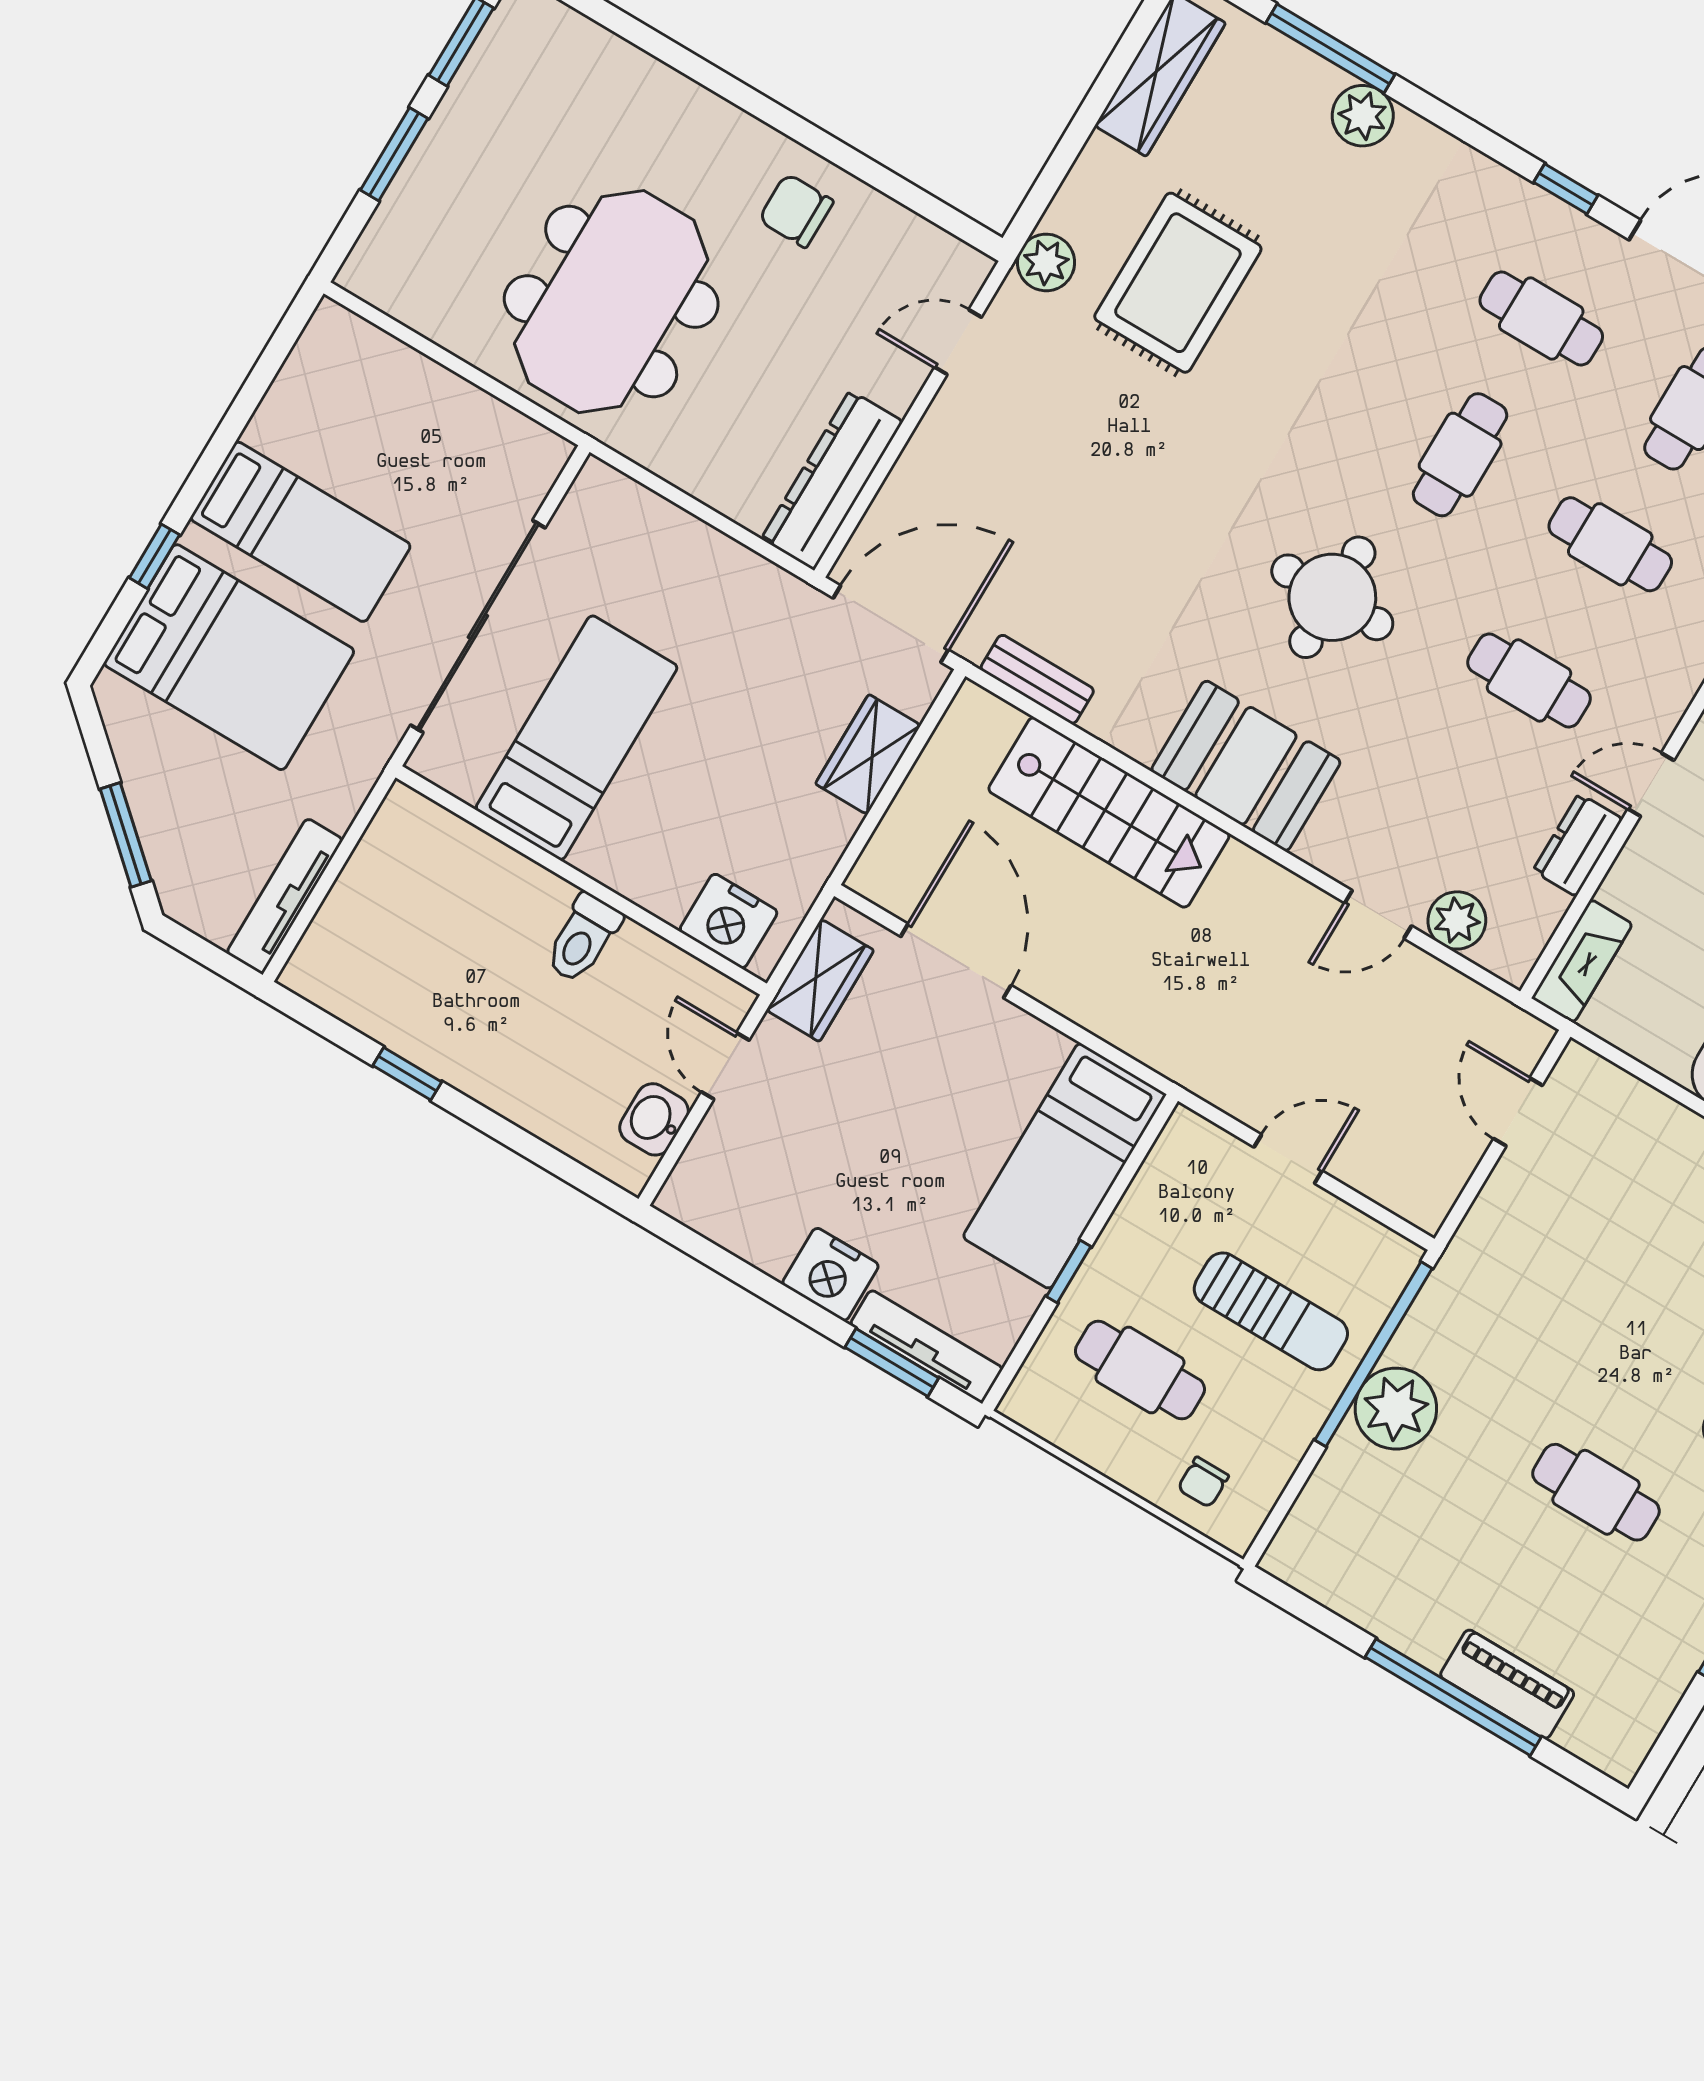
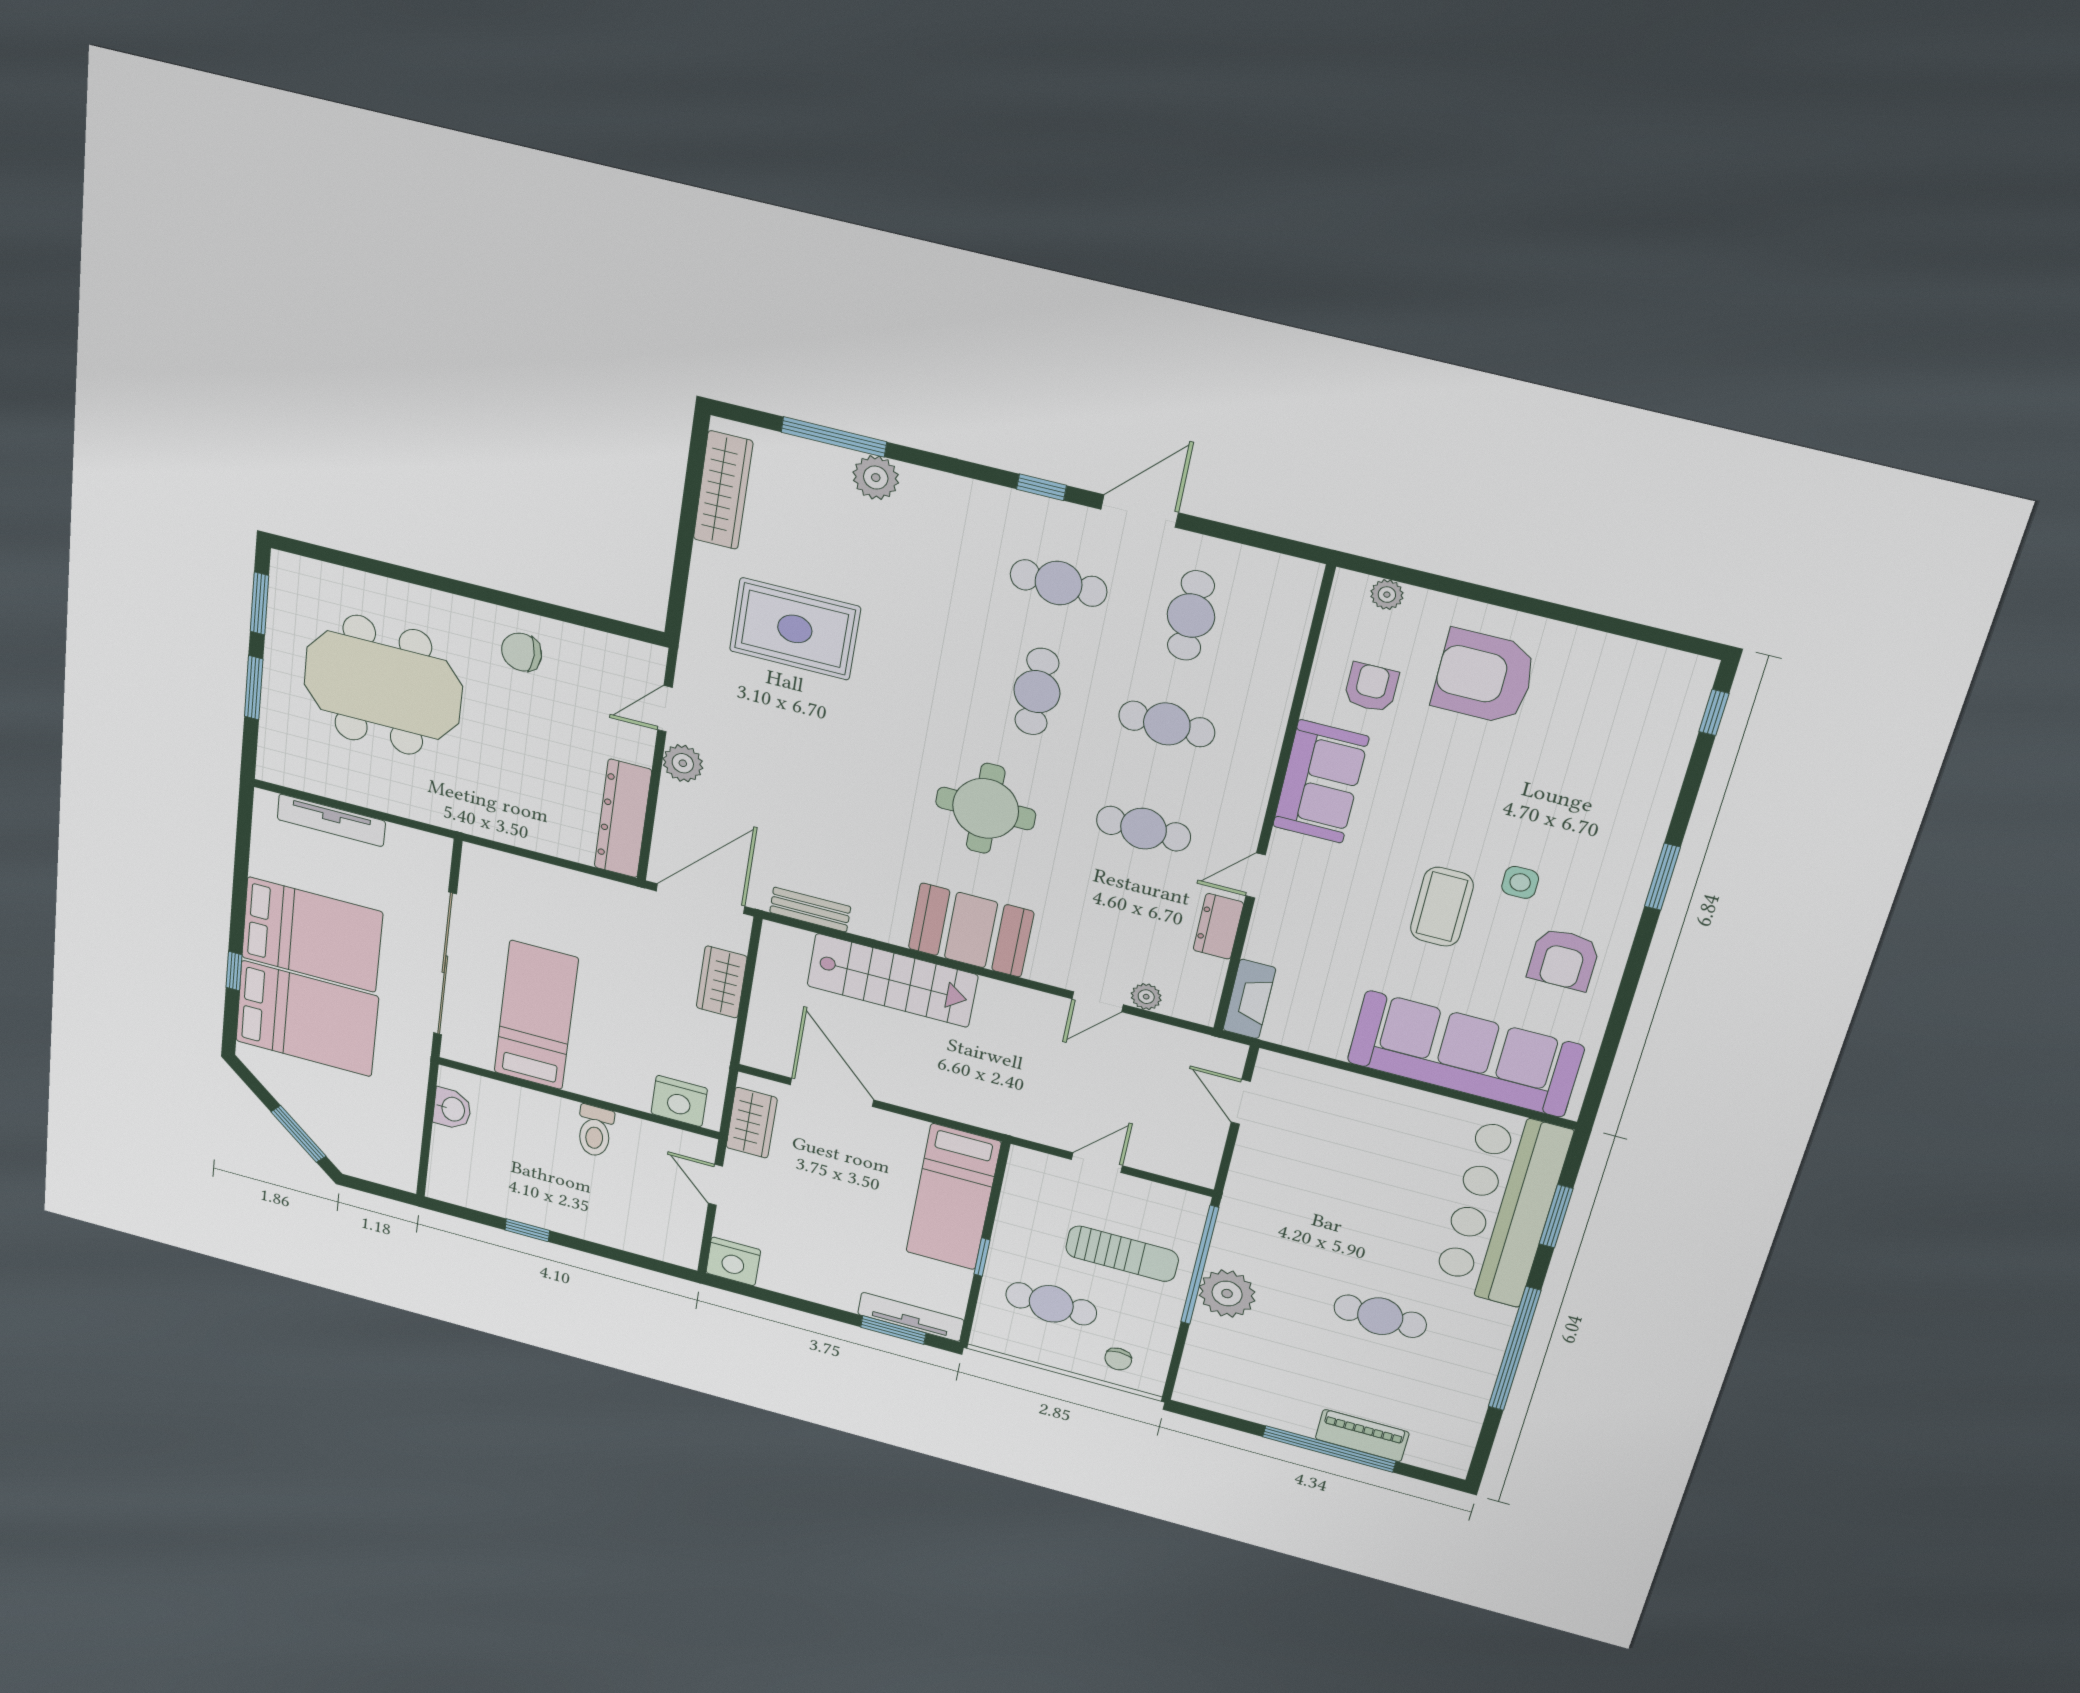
plant: (1046, 262) -> (683, 763), moved
rug: (1178, 283) -> (795, 629), turned 90
meeting table: (611, 302) -> (383, 685), moved, turned 90
bed: (301, 532) -> (312, 935), width x1.50
tv unit: (285, 896) -> (331, 820), moved, turned -90
plant: (1457, 920) -> (1146, 997), width x0.73, depth x0.73
washbasin: (654, 1119) -> (452, 1109), moved, turned 180
nightstand: (830, 1274) -> (733, 1261), moved

